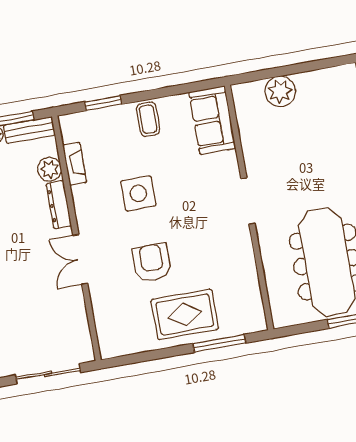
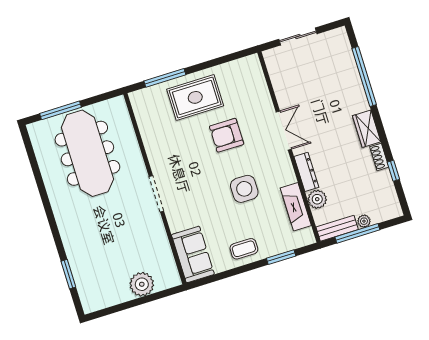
coffee table: (148, 119) -> (244, 249), turned 90
fireplace: (75, 164) -> (296, 207), width x1.37, depth x1.32
armchair: (152, 263) -> (227, 135), turned 90
sliding door: (48, 374) -> (298, 36), width x0.73

